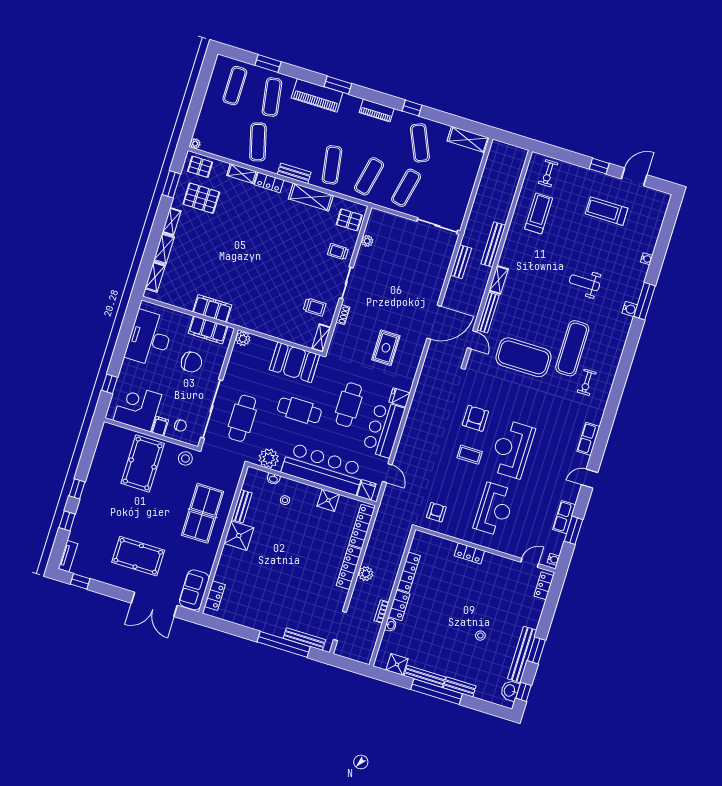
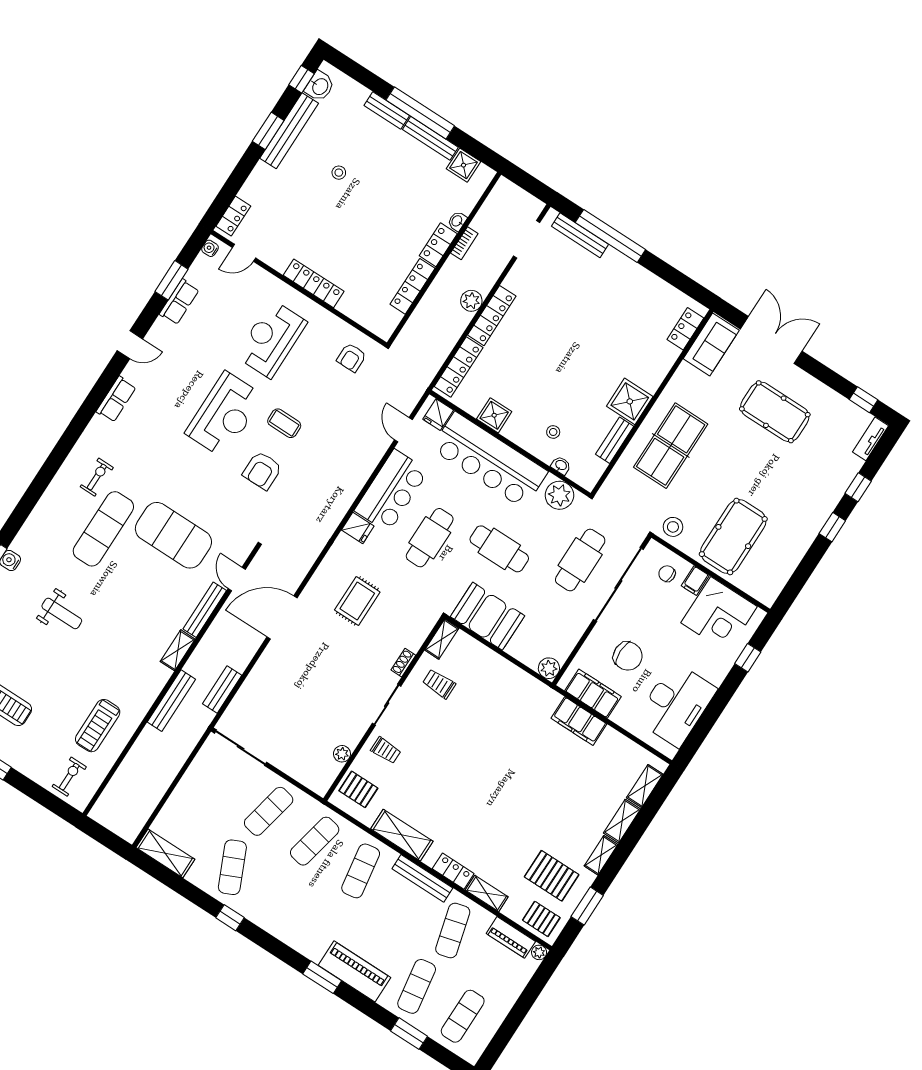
piano: (377, 111) -> (511, 937), moved, turned 180
bench: (294, 173) -> (422, 878), width x1.36
chair: (191, 362) -> (628, 656), turned 180
locker: (469, 553) -> (314, 283), width x1.53

